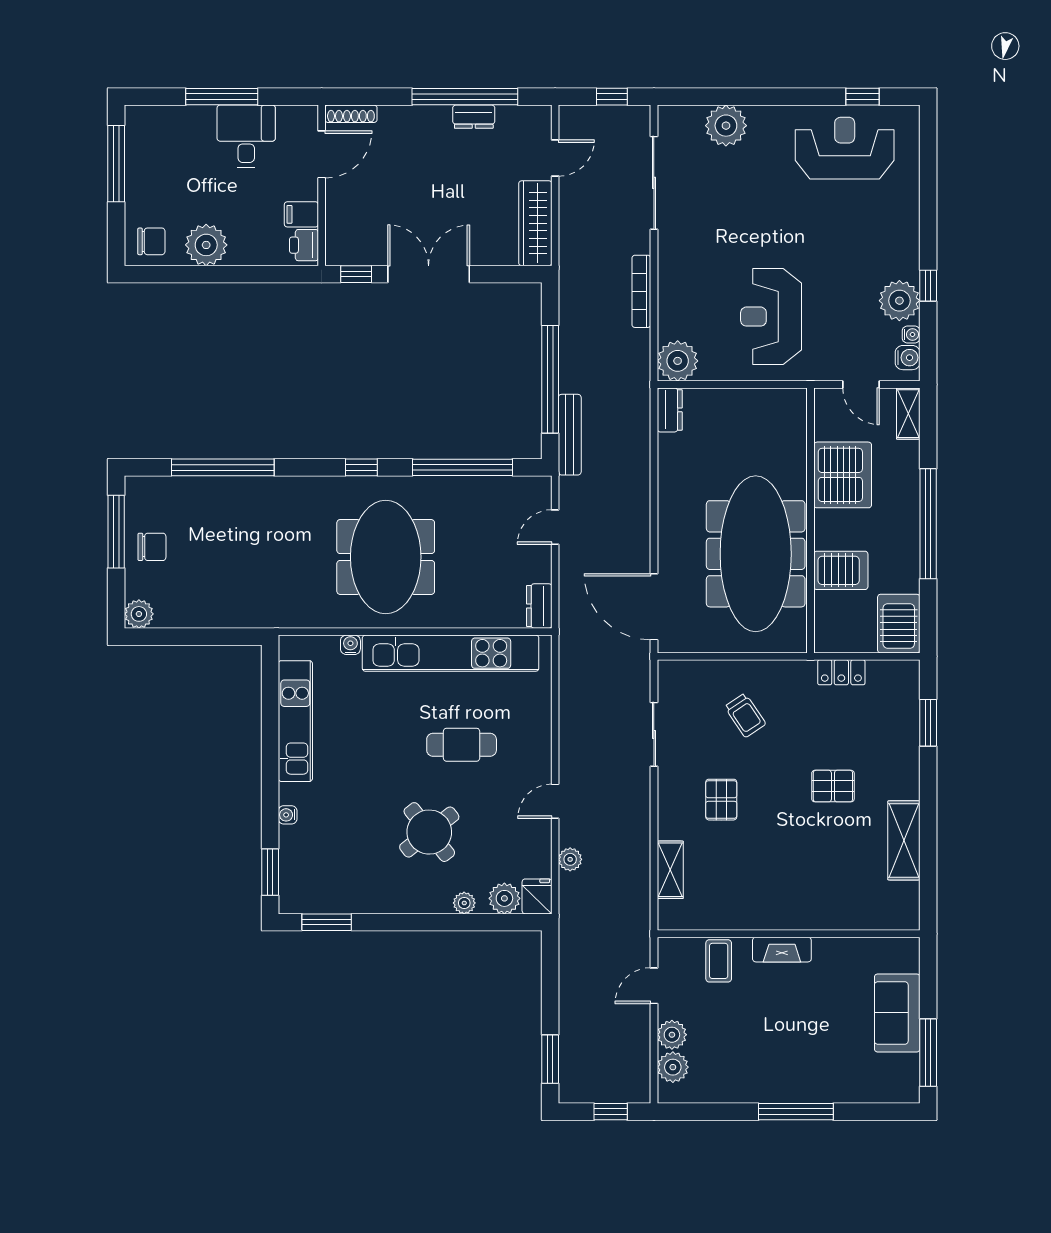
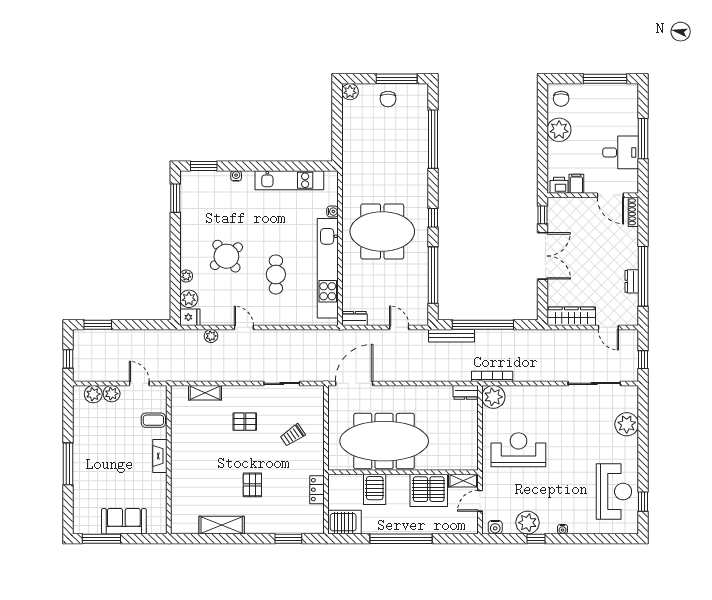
bookcase: (641, 291) -> (492, 376), moved
water cooler: (911, 335) -> (563, 529), moved
shelving: (908, 414) -> (463, 481), moved

